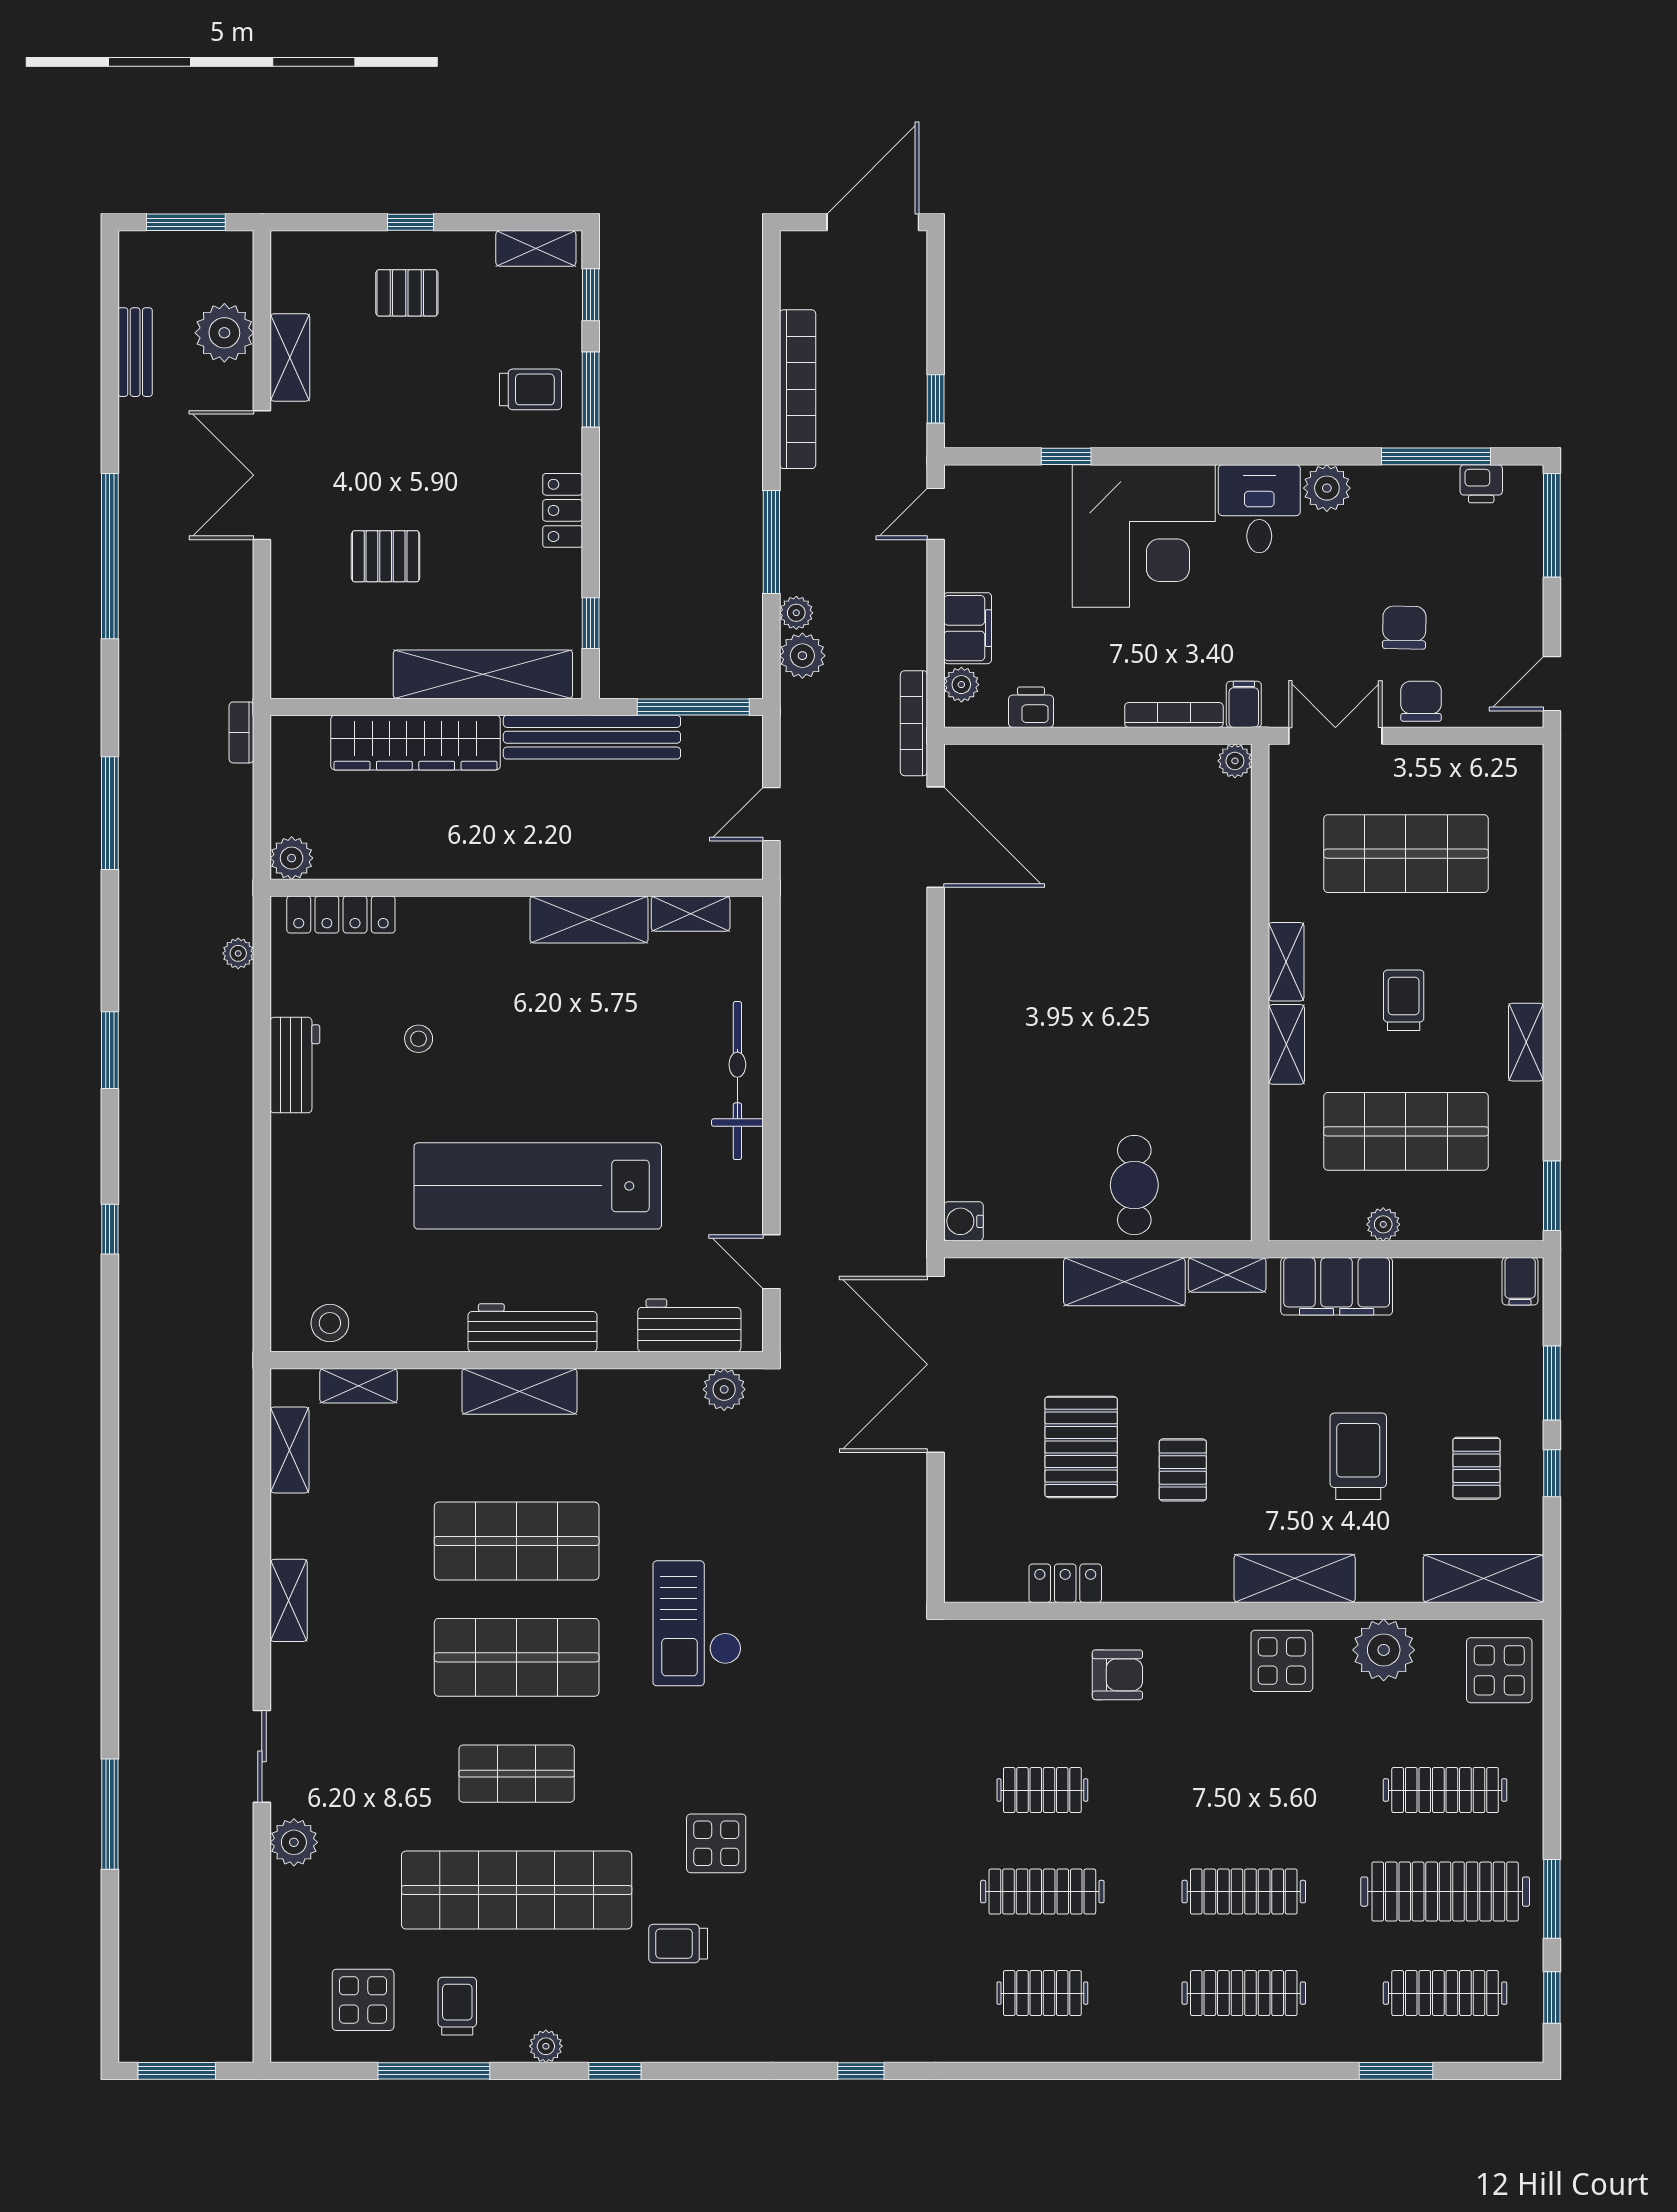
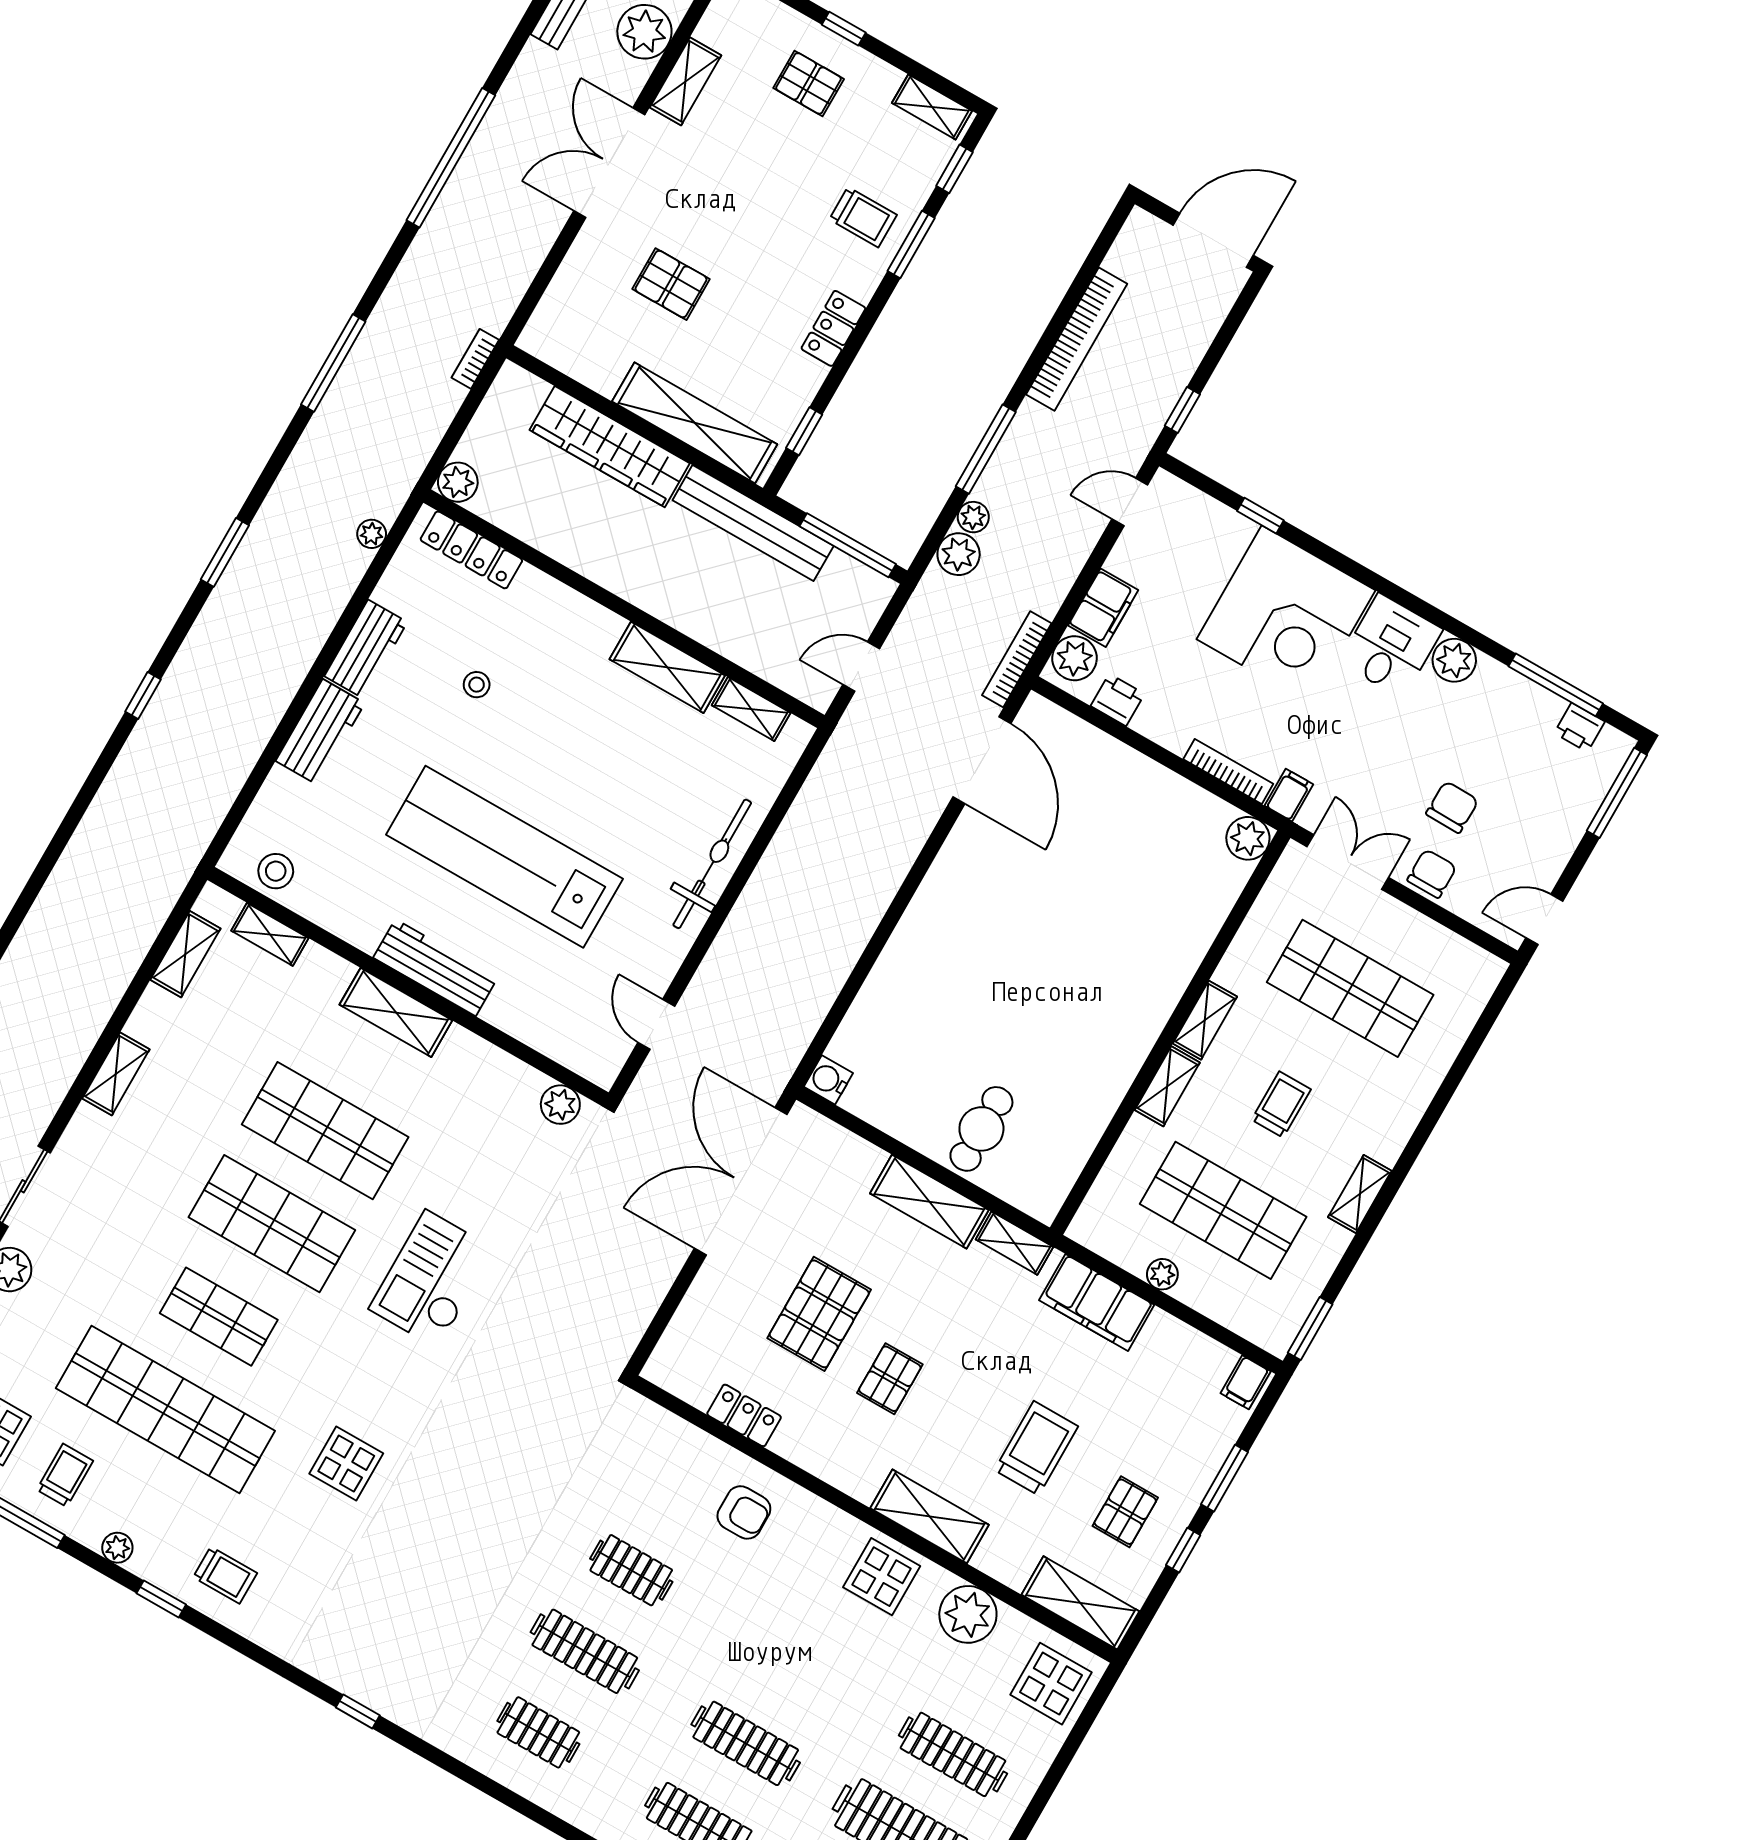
plant: (961, 685) -> (1075, 658), width x1.38, depth x1.38
plant: (1235, 761) -> (1248, 838), width x1.38, depth x1.38
workbench: (689, 1325) -> (320, 732), moved, turned 90
trolley: (678, 1944) -> (225, 1575), moved, turned 180

